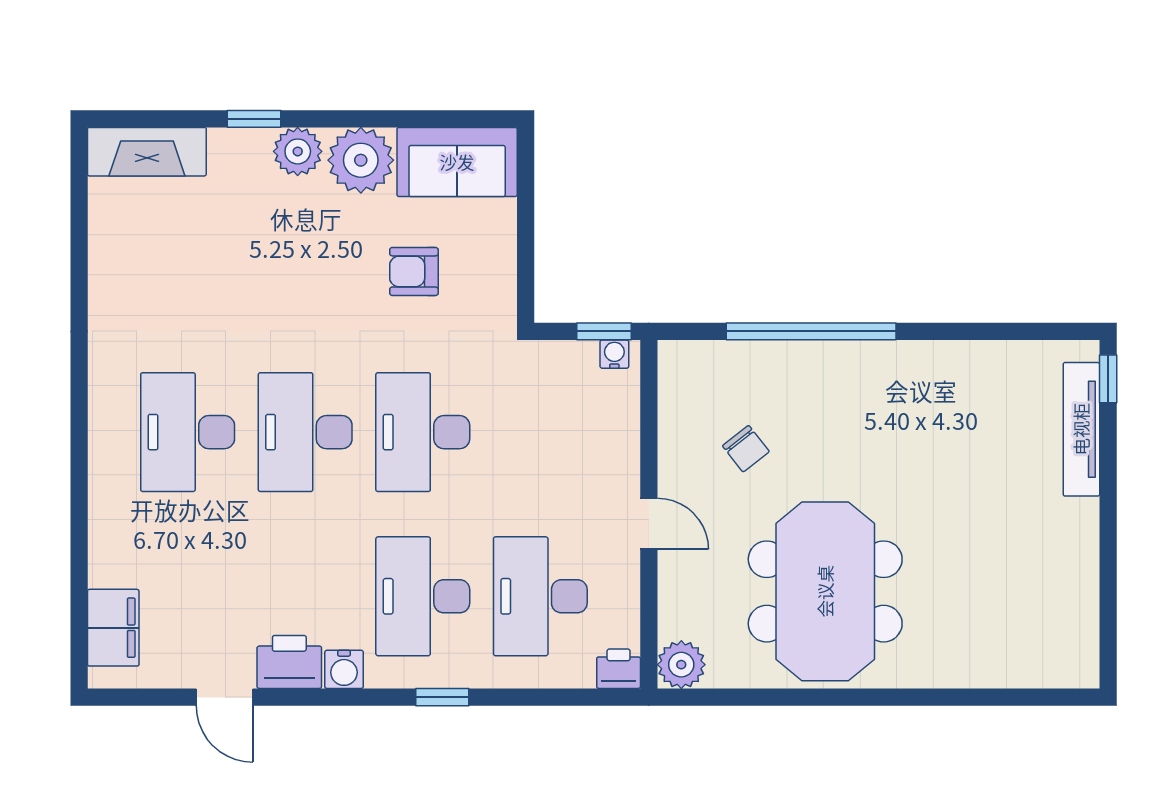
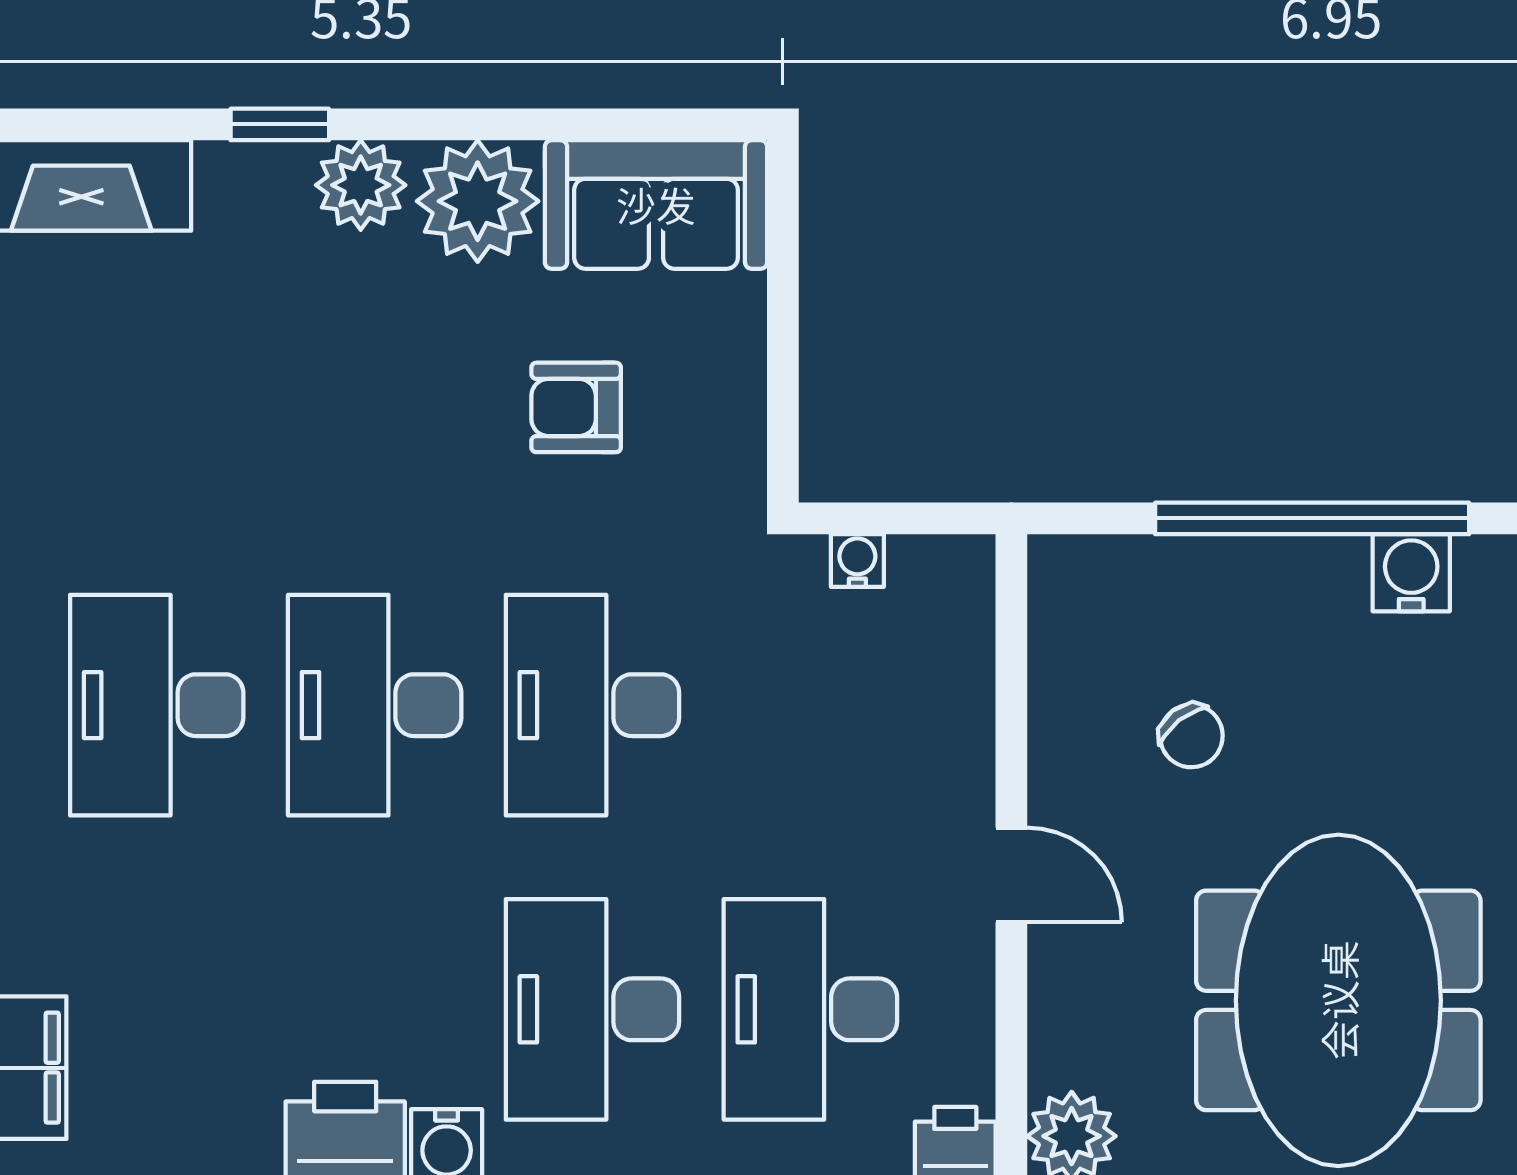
window: (604, 331) -> (928, 518), removed
water cooler: (614, 354) -> (857, 561), moved
water cooler: (865, 361) -> (1411, 573), added

